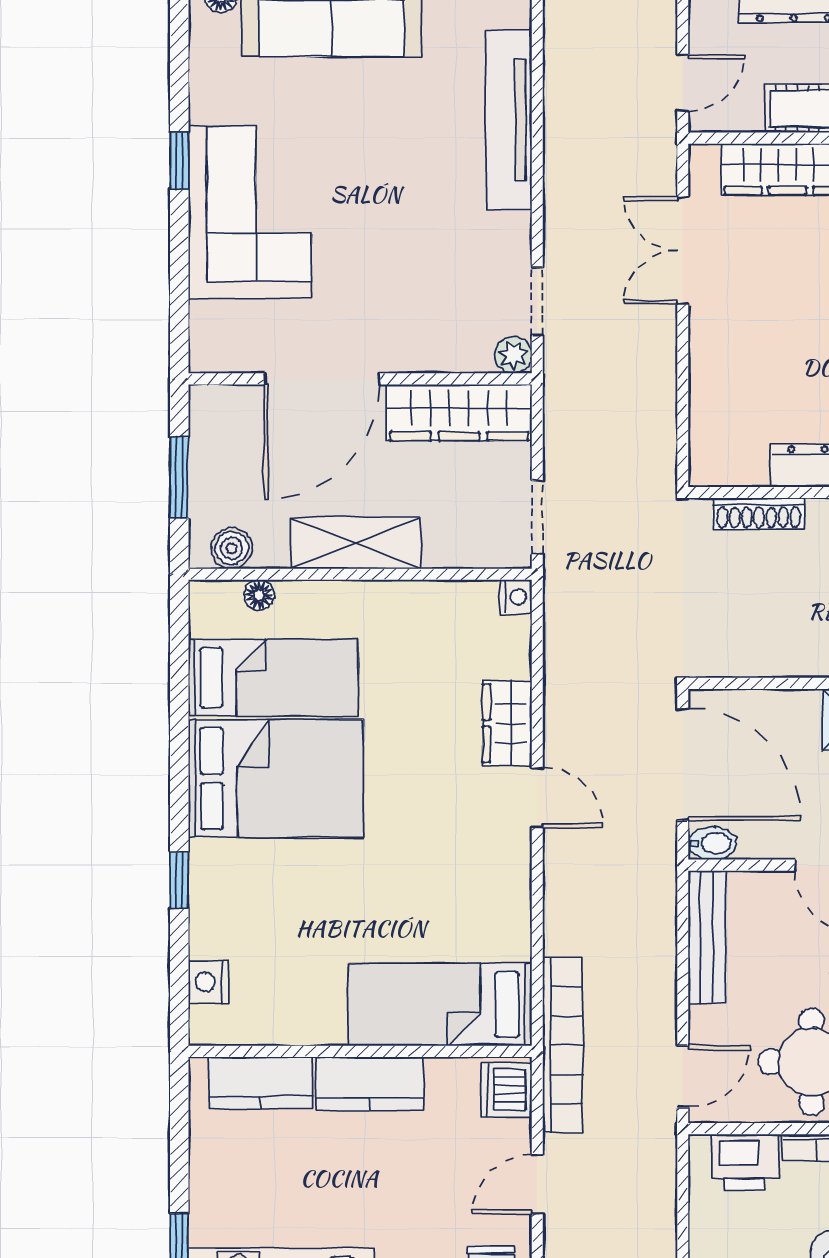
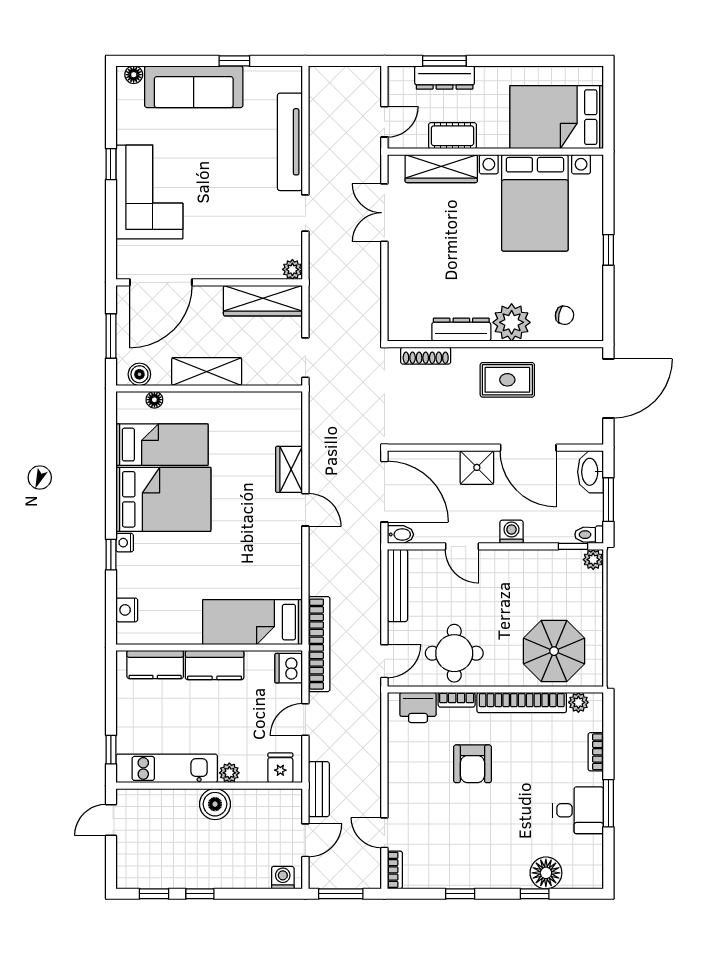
doorway: (537, 301) -> (305, 213), moved
door: (322, 379) -> (161, 282), moved
nightstand: (516, 597) -> (125, 543), moved, turned 180

